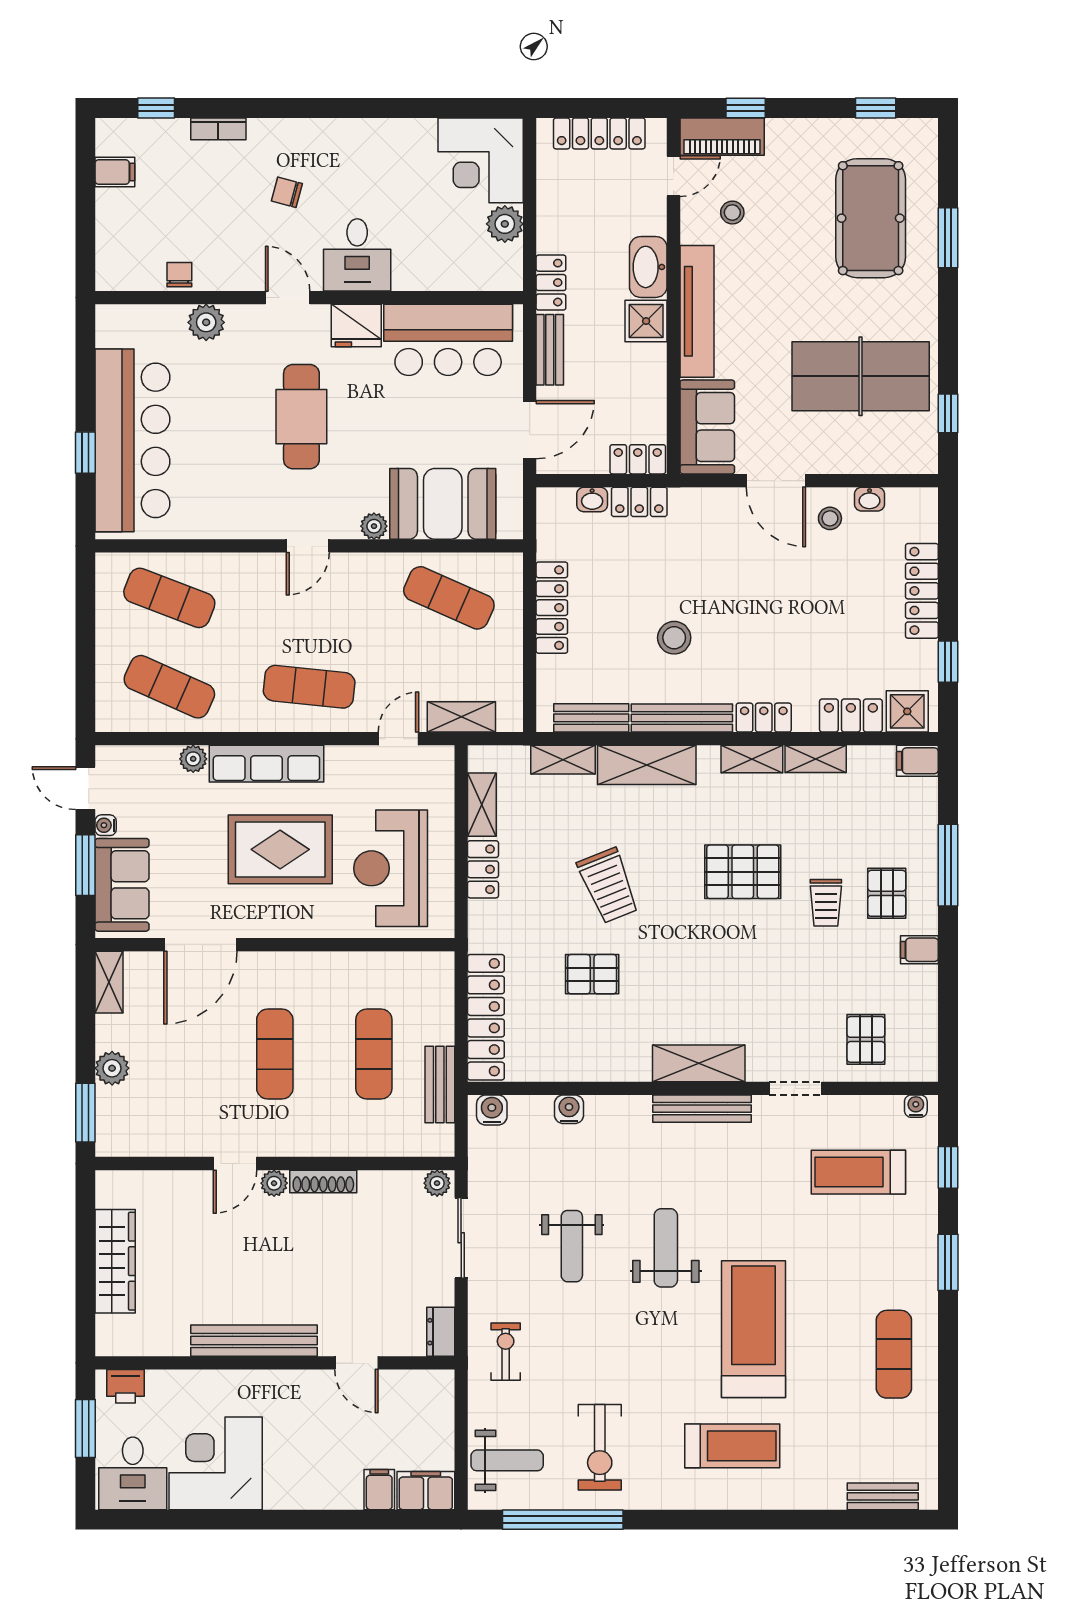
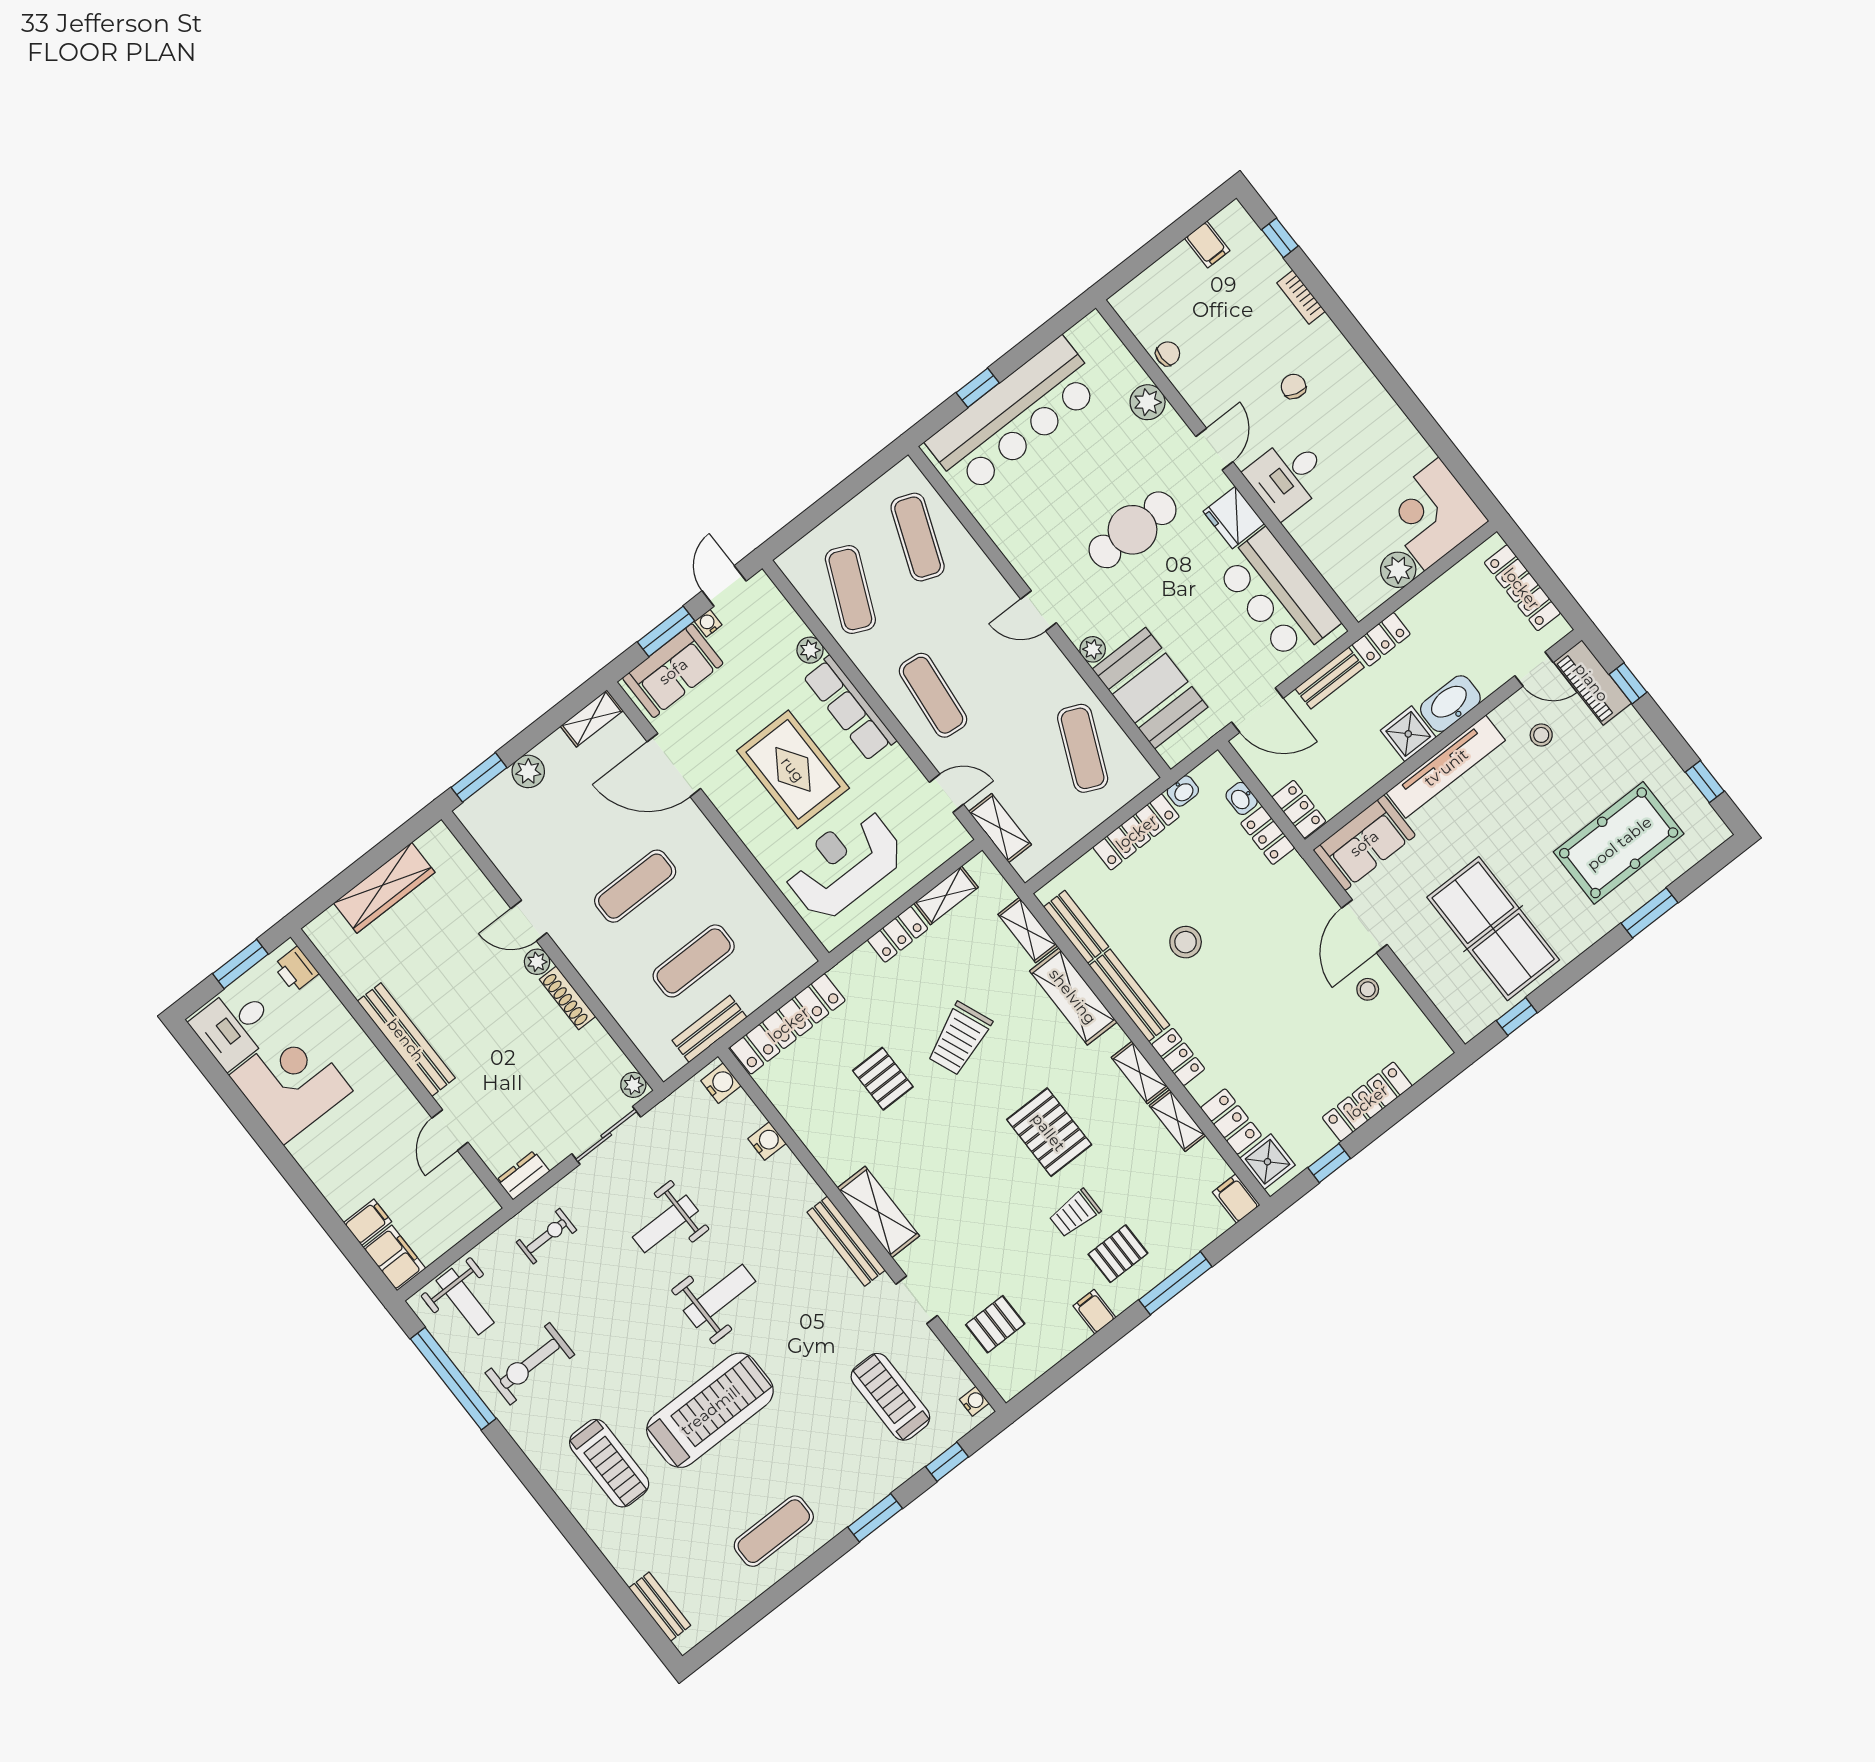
washbasin: (870, 499) -> (1183, 791), moved, turned -90

